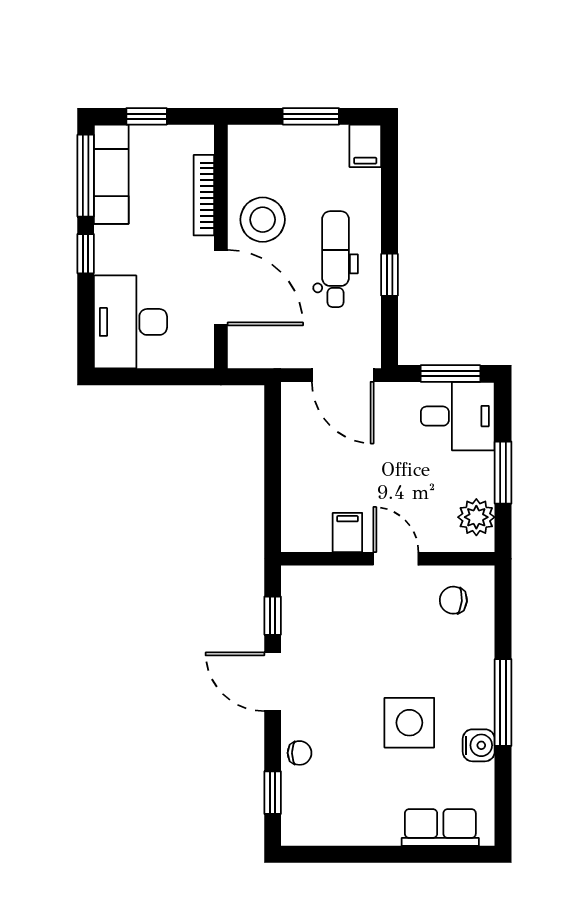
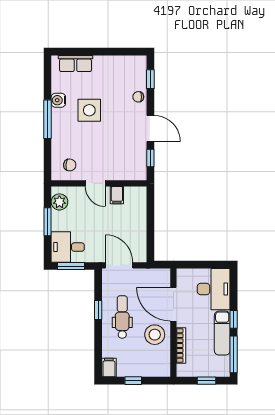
window: (311, 116) -> (133, 381), width x0.67
exam couch: (111, 174) -> (222, 333), moved
dental chair: (336, 259) -> (122, 317), turned 180

